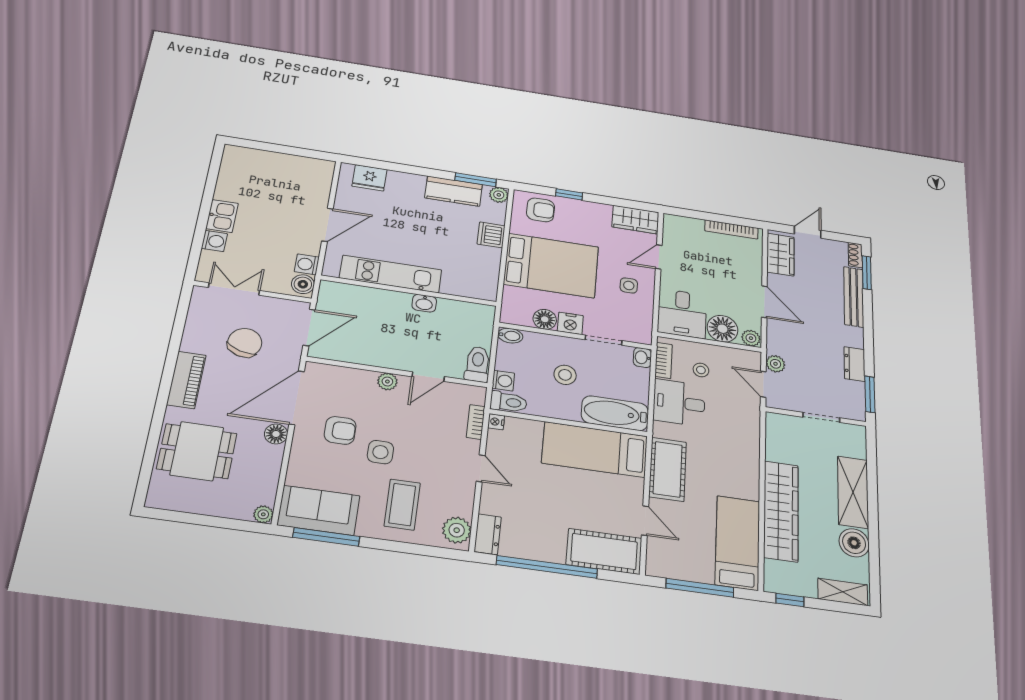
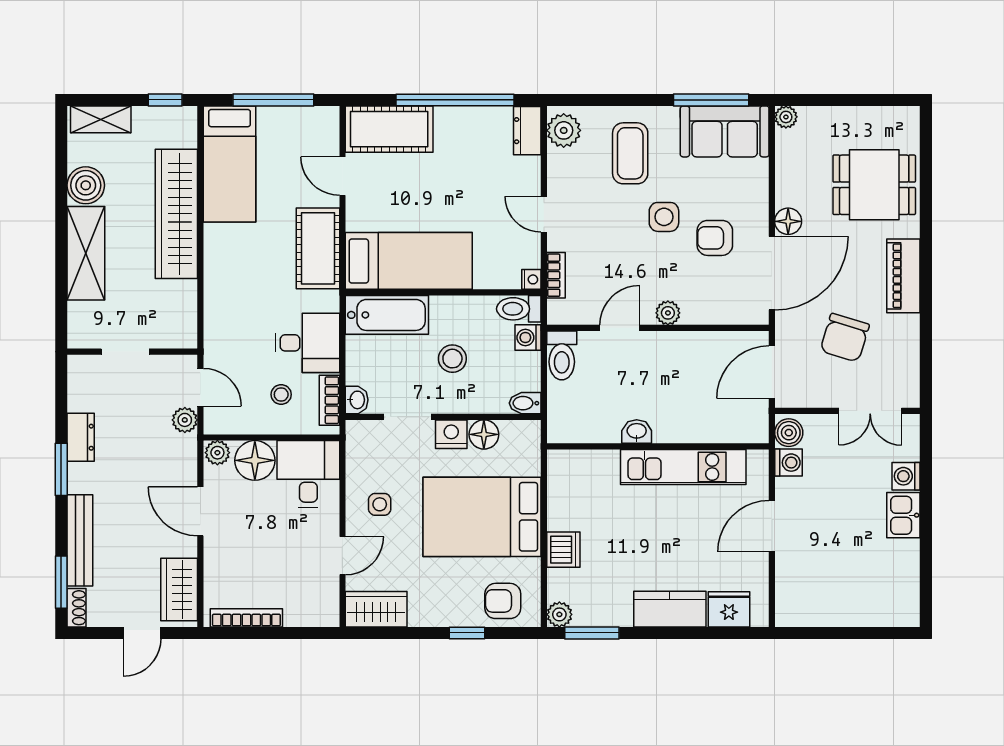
kitchen counter: (454, 191) -> (670, 609), moved
window: (870, 394) -> (61, 469), moved

